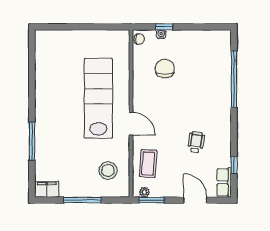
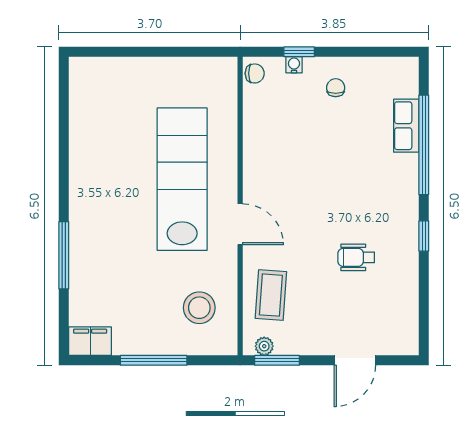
chair: (165, 68) -> (336, 88), moved, width x0.54, depth x0.54
wheelchair: (196, 142) -> (356, 257), turned -99
window: (234, 165) -> (424, 236), moved
row of seats: (224, 182) -> (406, 126), moved
door: (195, 200) -> (355, 360), swing flipped

